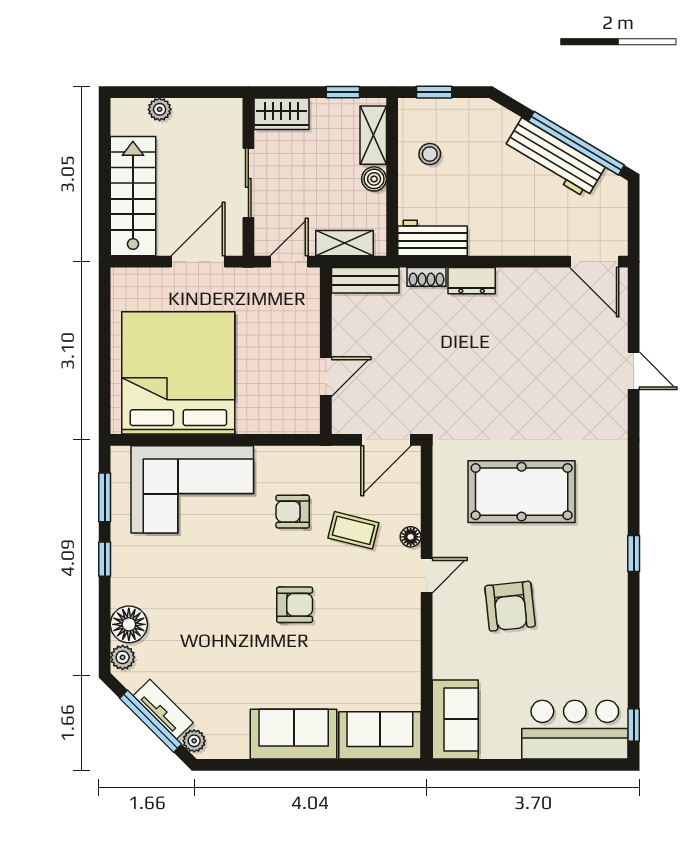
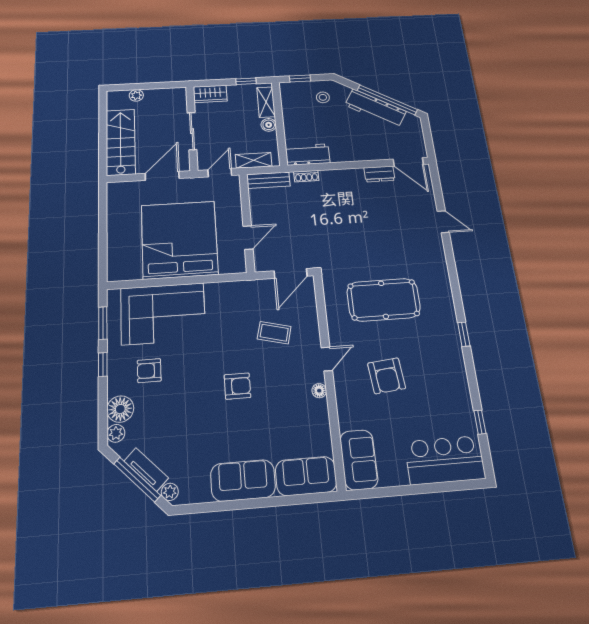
stool: (430, 154) -> (323, 97), moved
dresser: (472, 281) -> (379, 174), moved
bed: (178, 373) -> (179, 240), moved
armchair: (293, 512) -> (149, 371), moved
floor lamp: (411, 537) -> (319, 391), moved
window: (634, 725) -> (480, 422), moved

